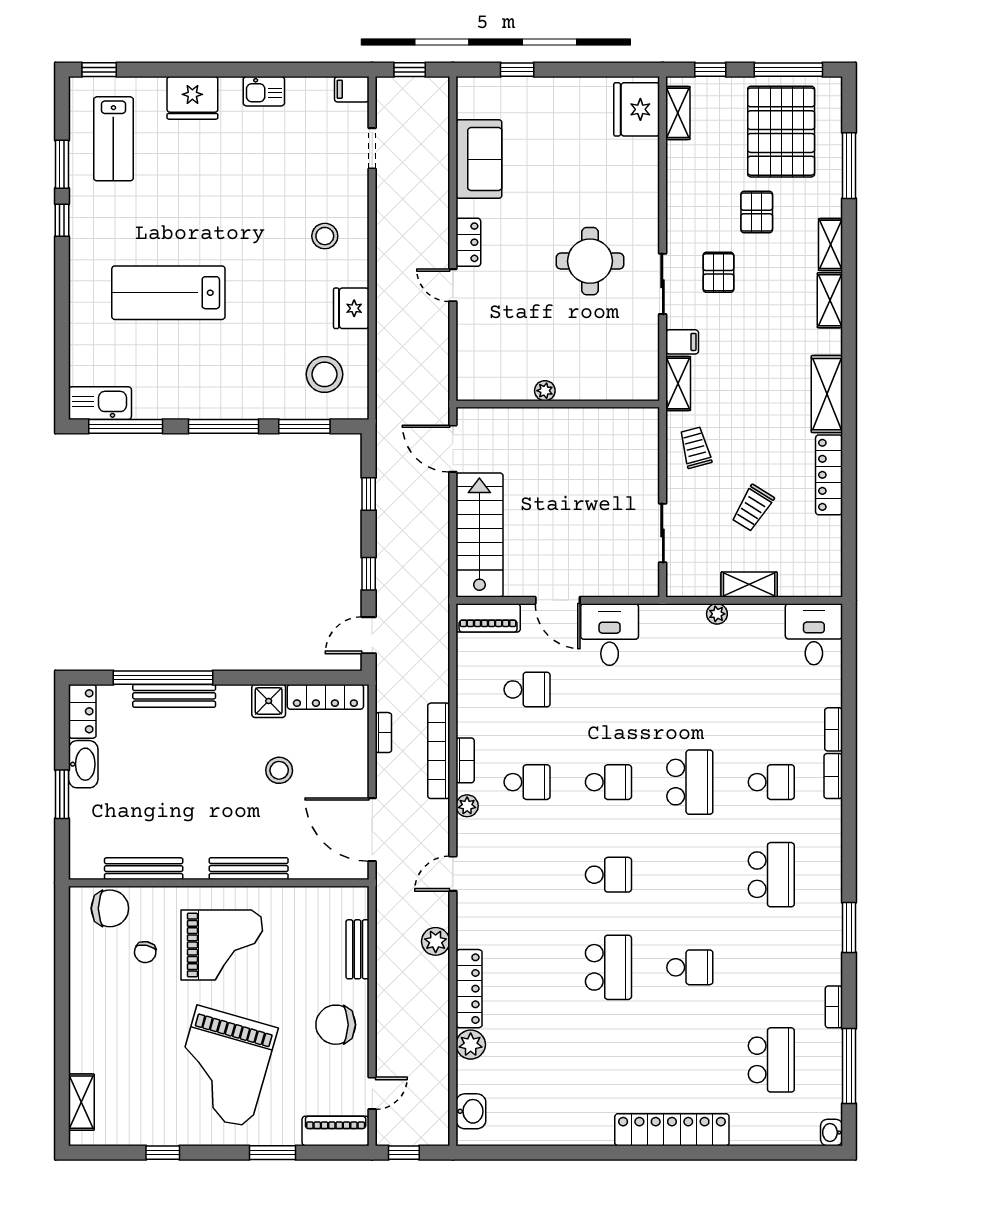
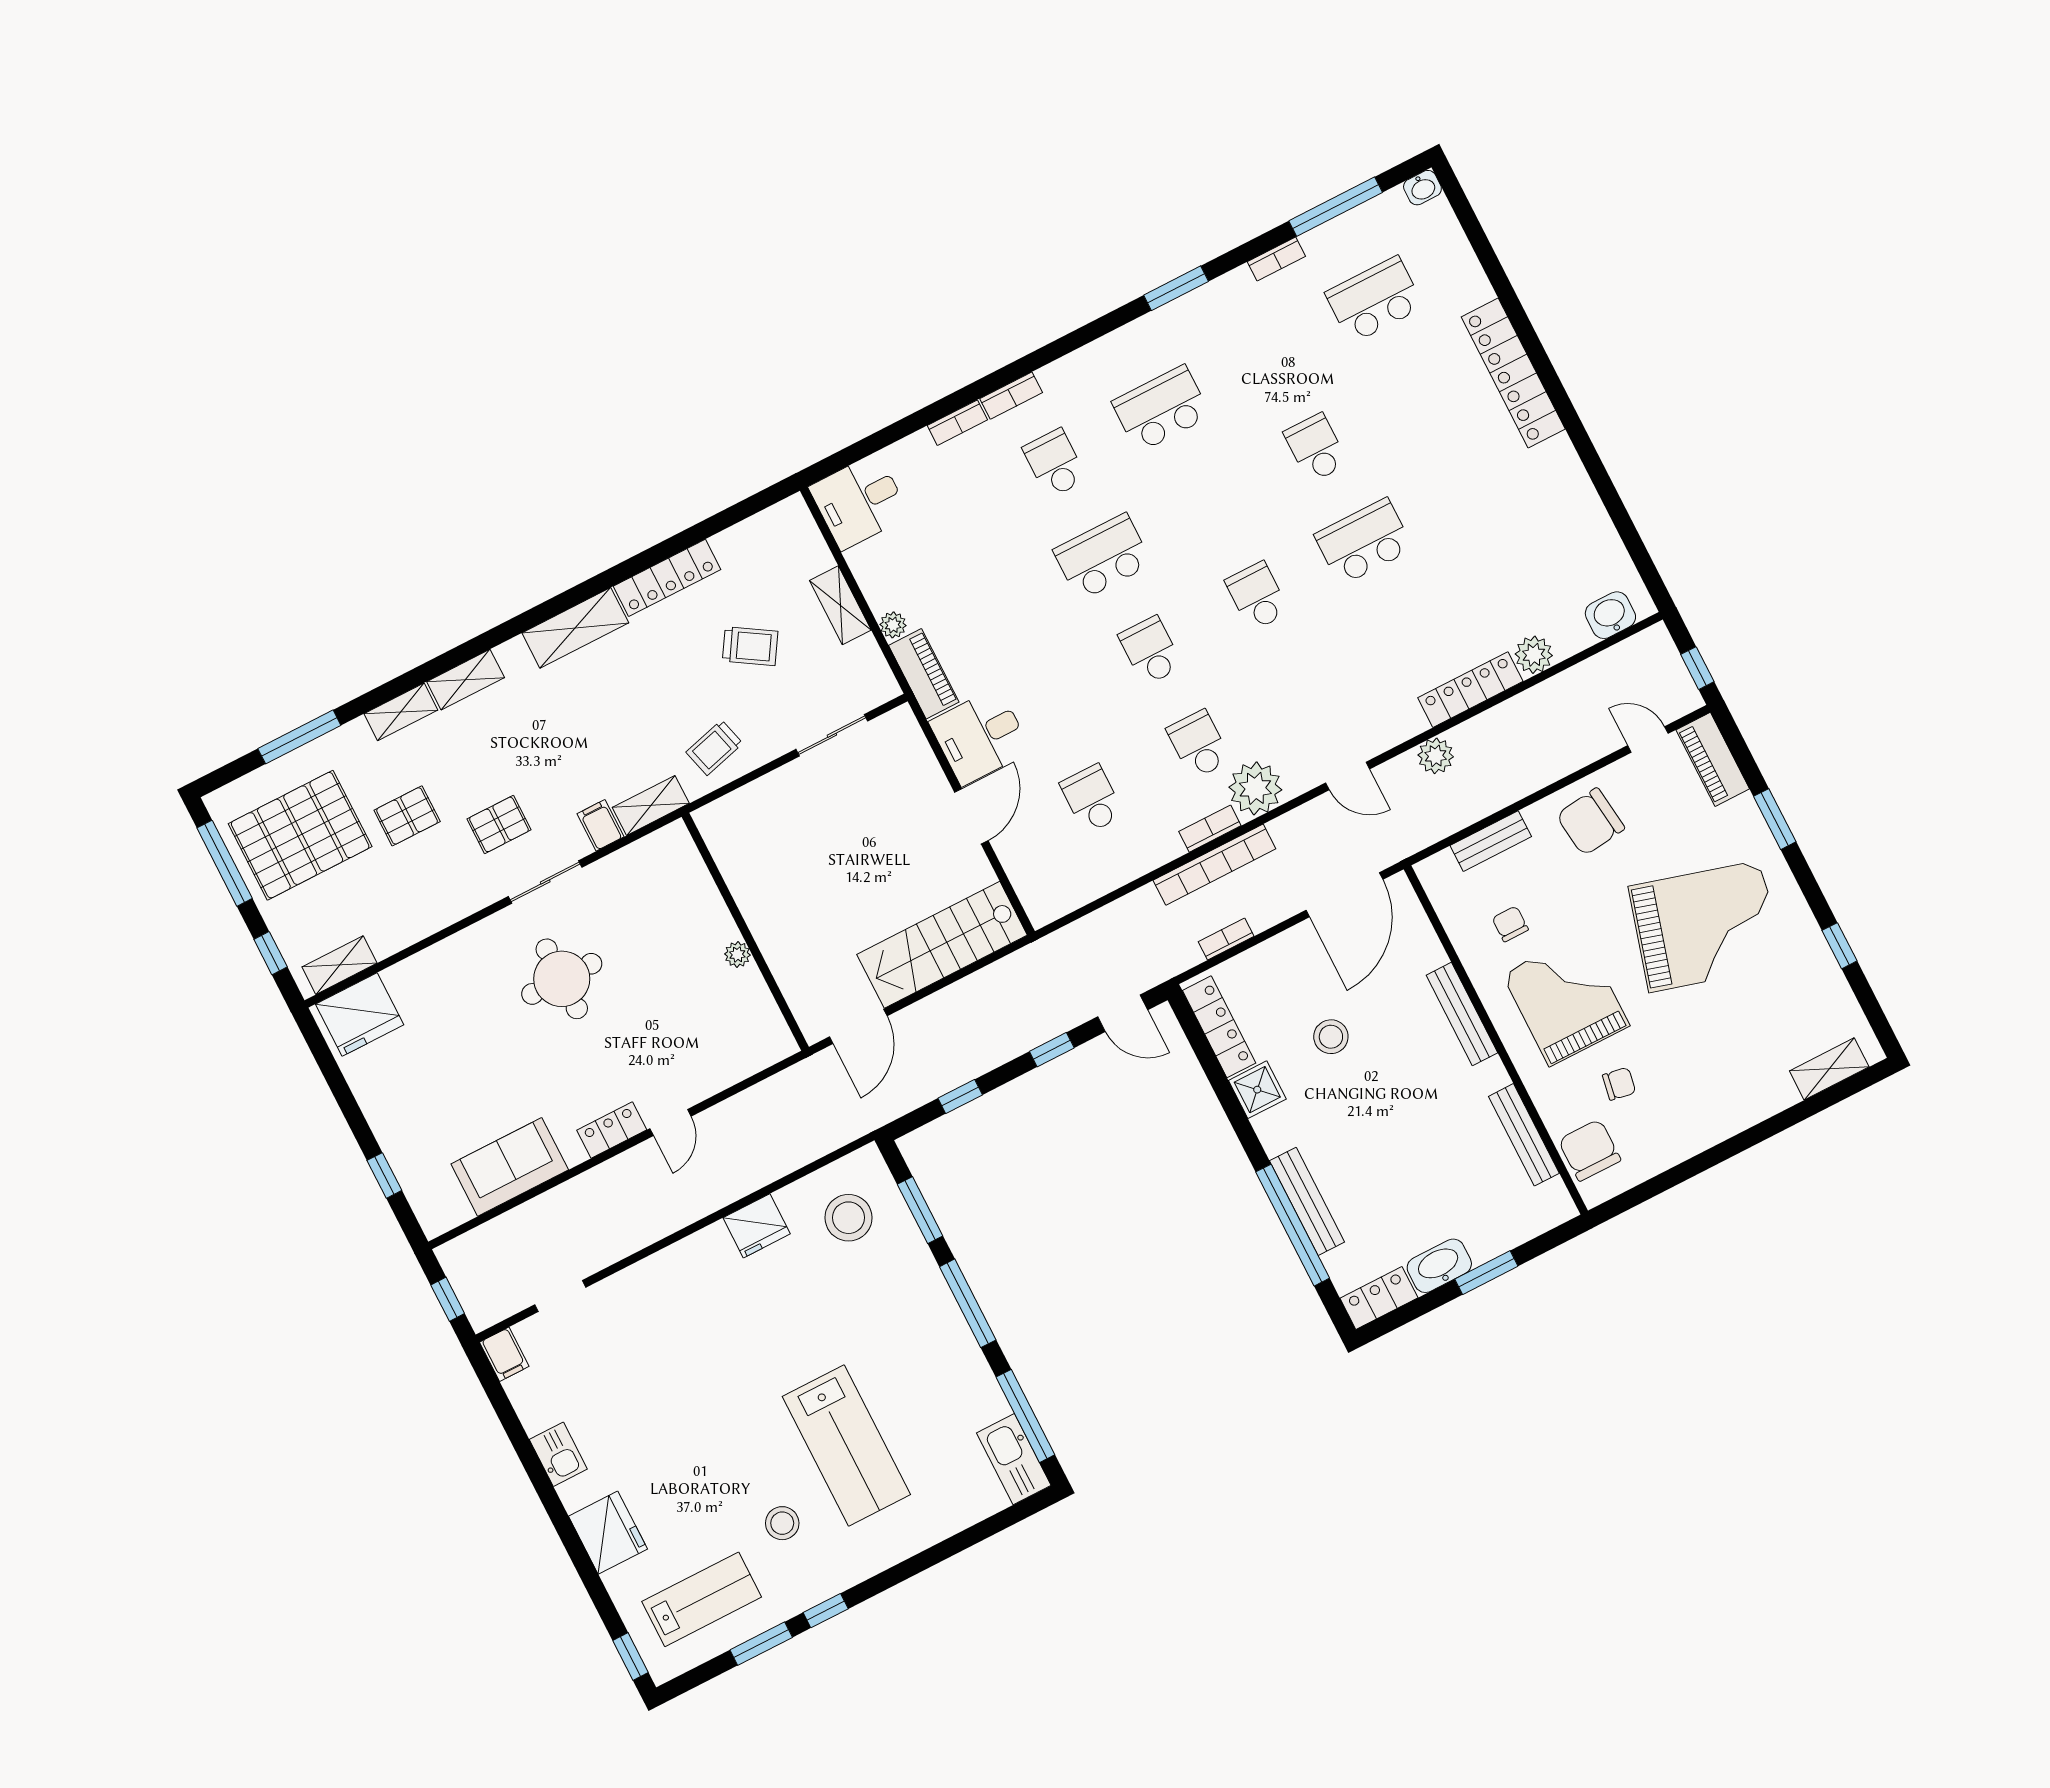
stool: (325, 236) -> (782, 1523), moved
piano: (488, 618) -> (924, 674), moved
plant: (467, 806) -> (1255, 788), width x1.87, depth x1.87
chair: (294, 934) -> (1510, 924), added
chair: (336, 1025) -> (1590, 822), turned 83

